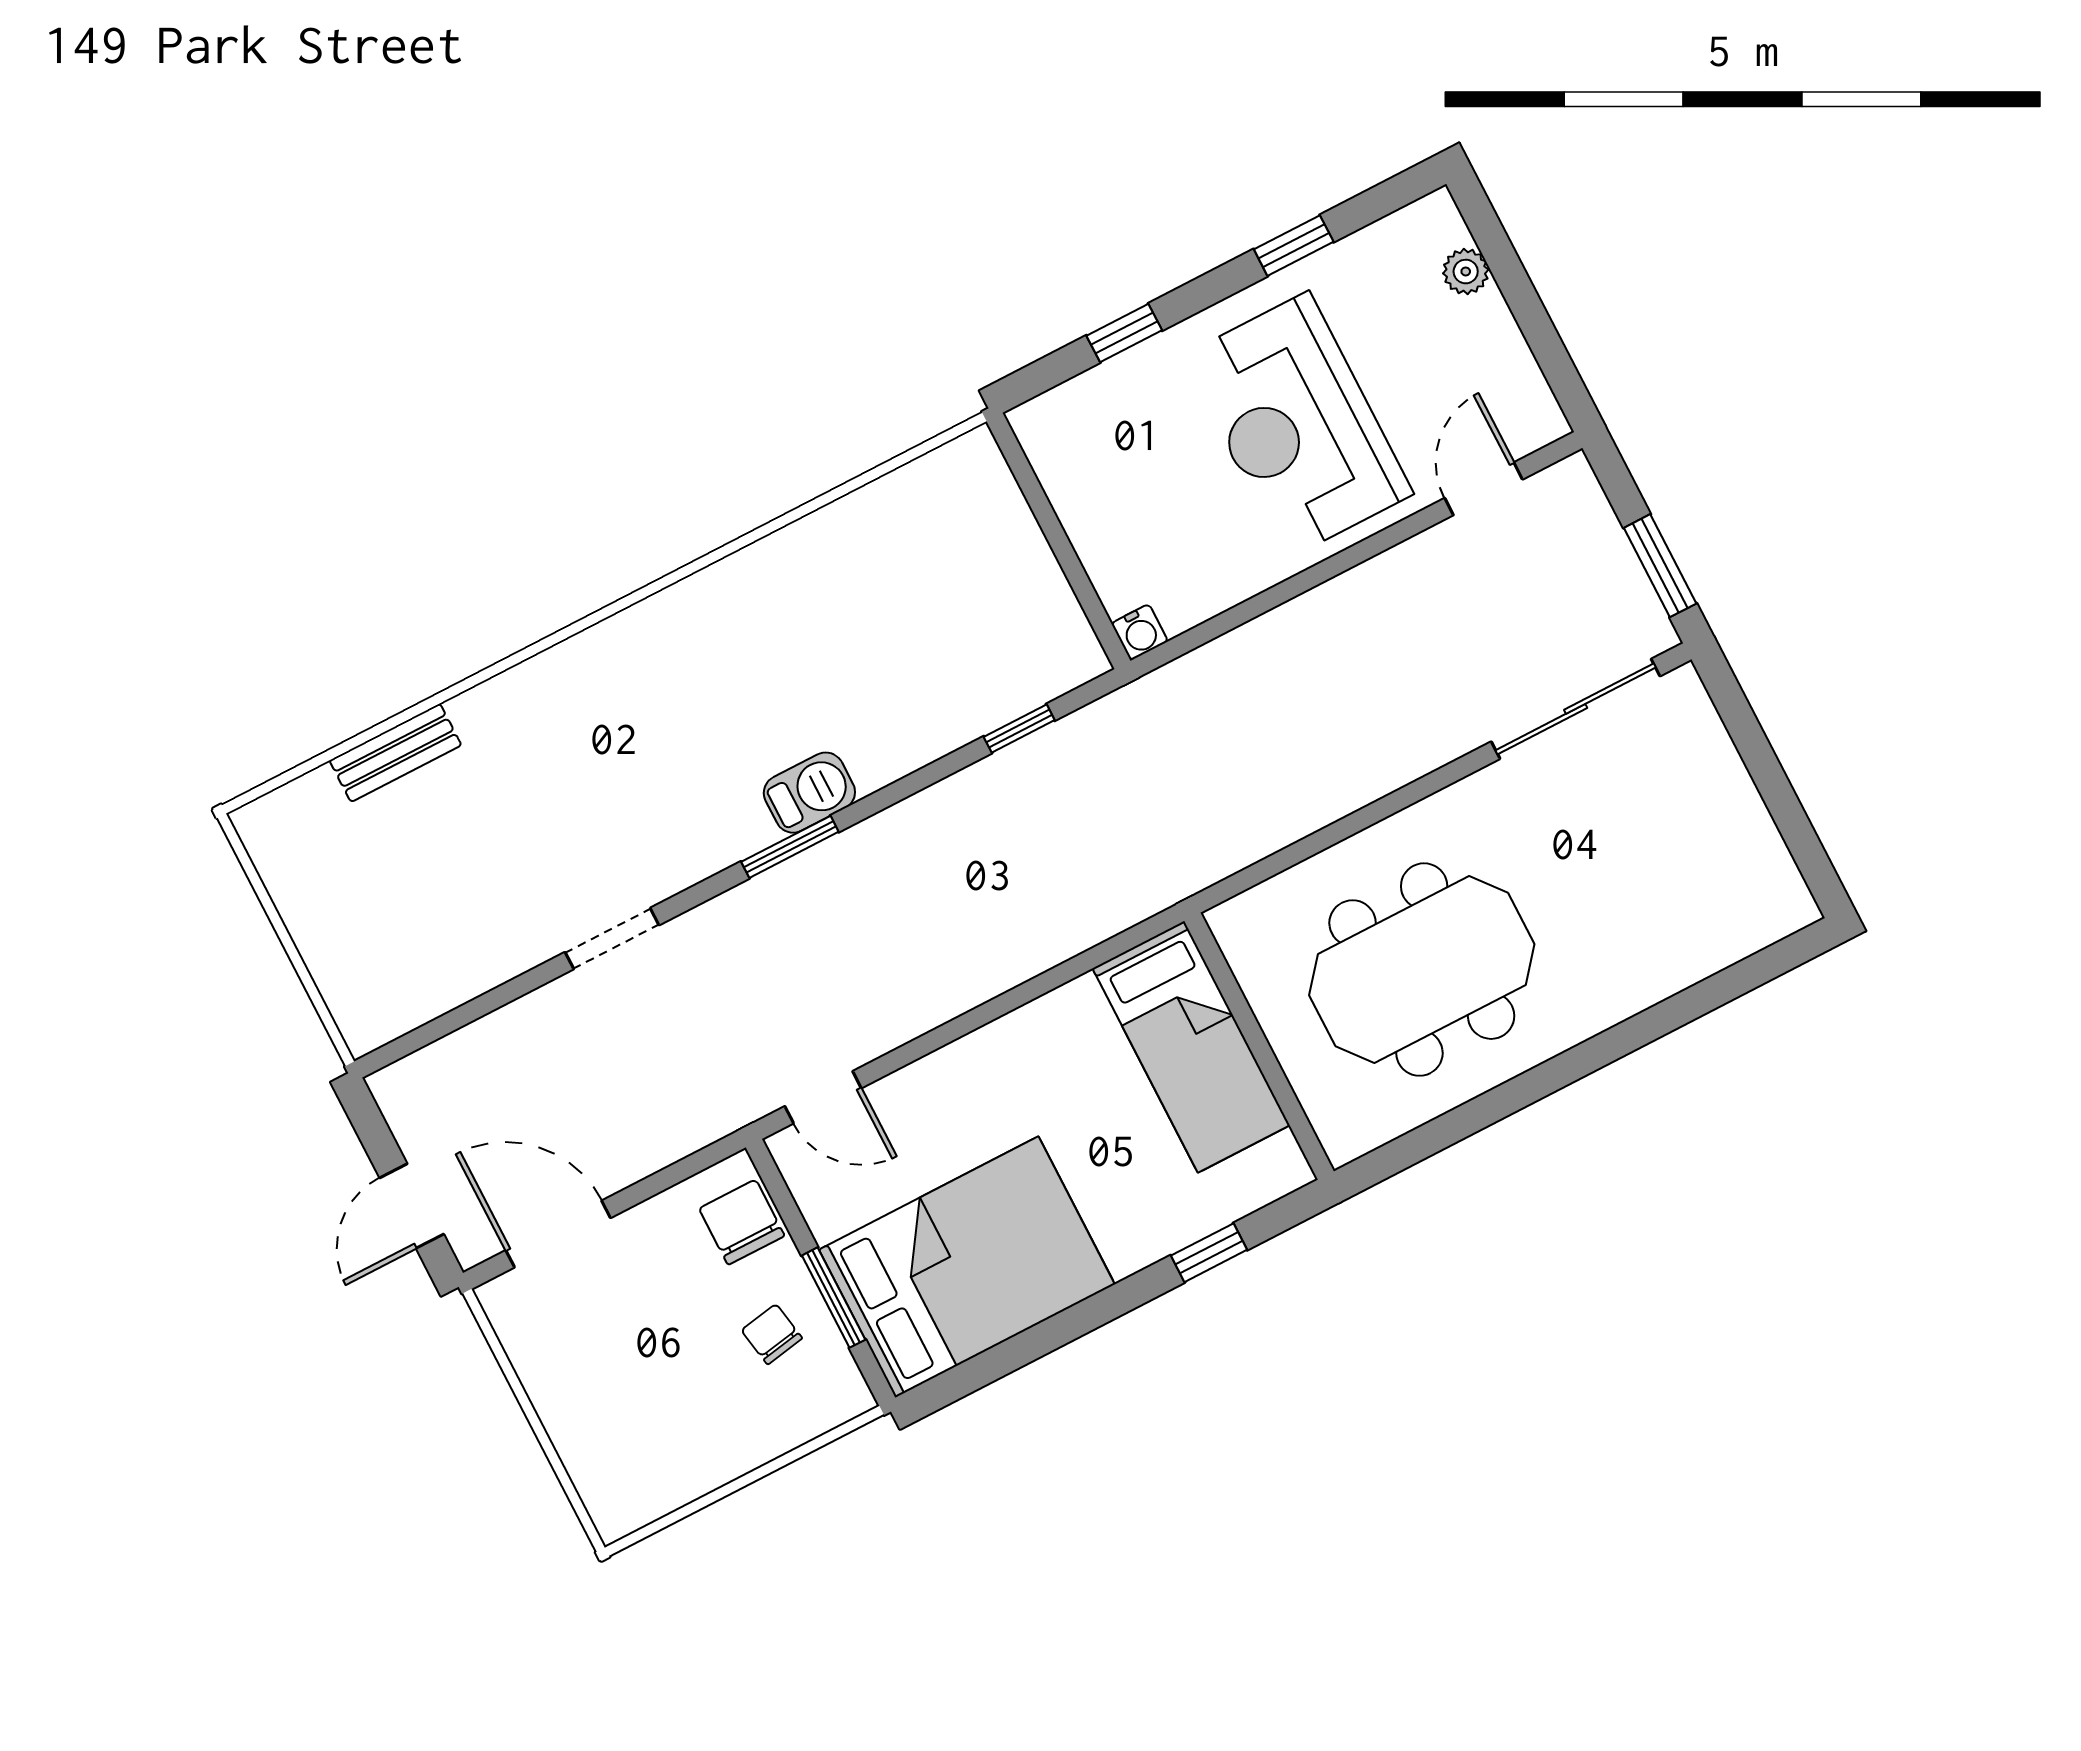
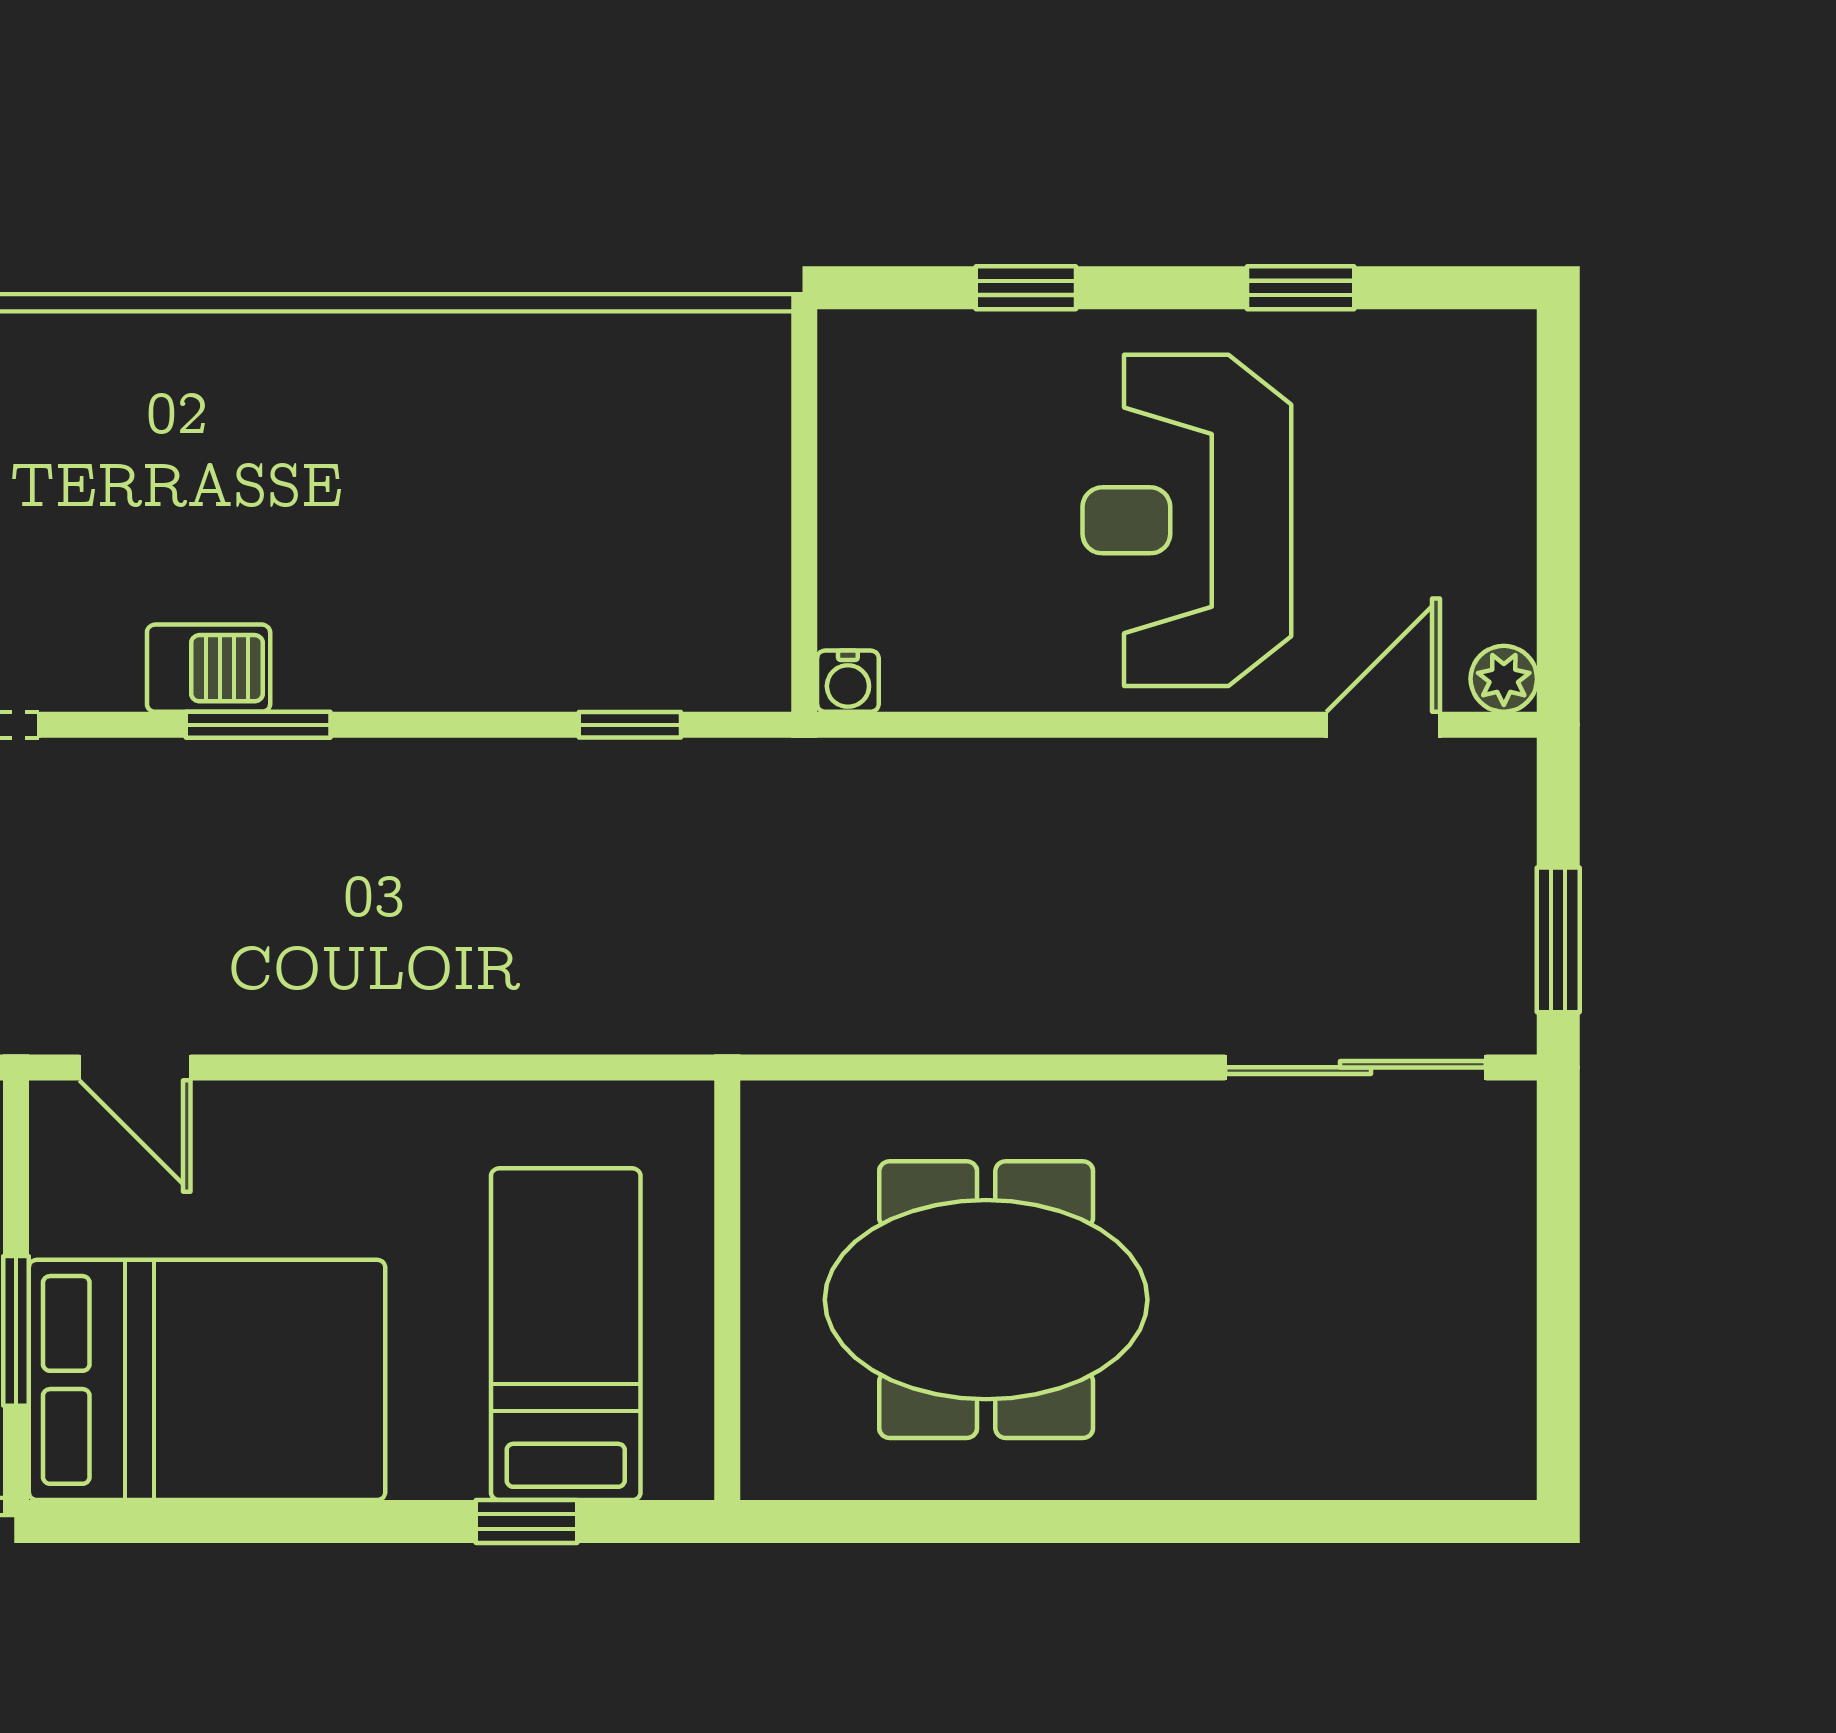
plant: (1466, 272) -> (1504, 679), moved
barbecue: (809, 793) -> (209, 668), moved
bed: (1191, 1047) -> (566, 1334), moved, turned 180

